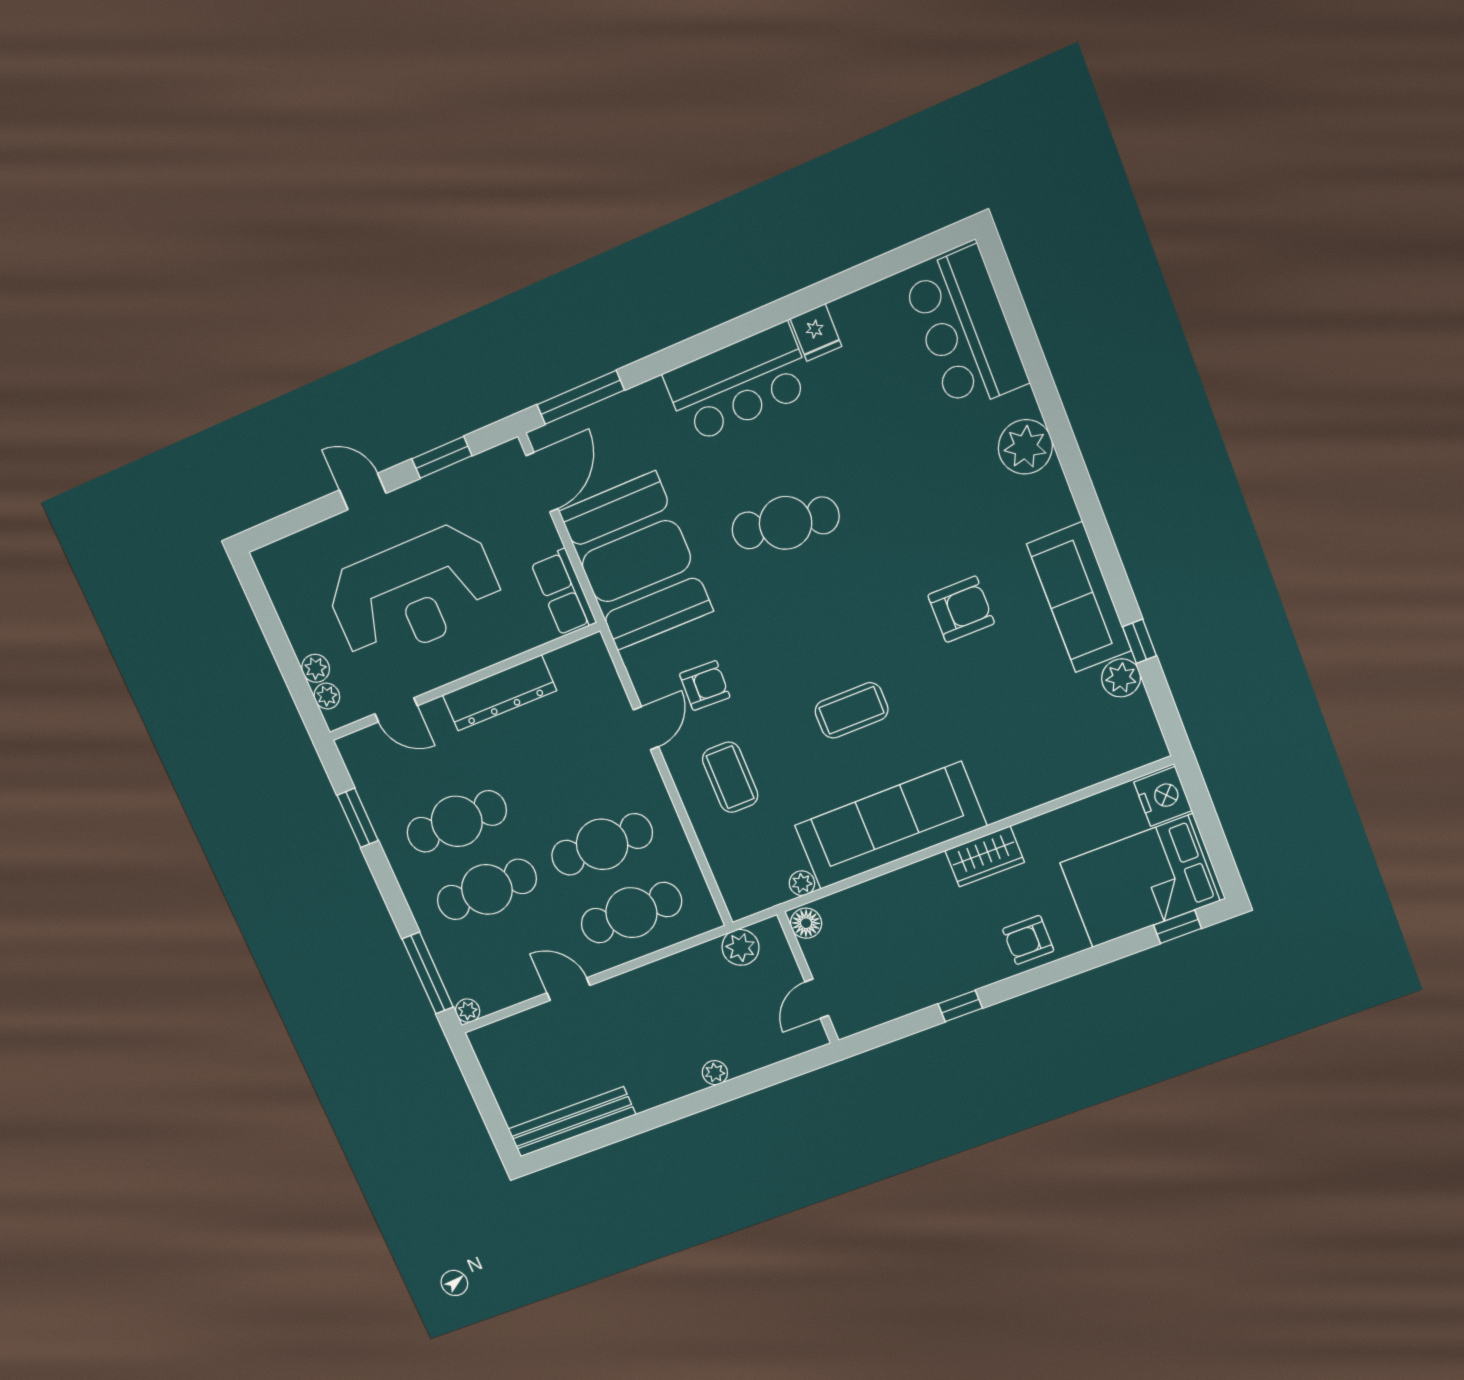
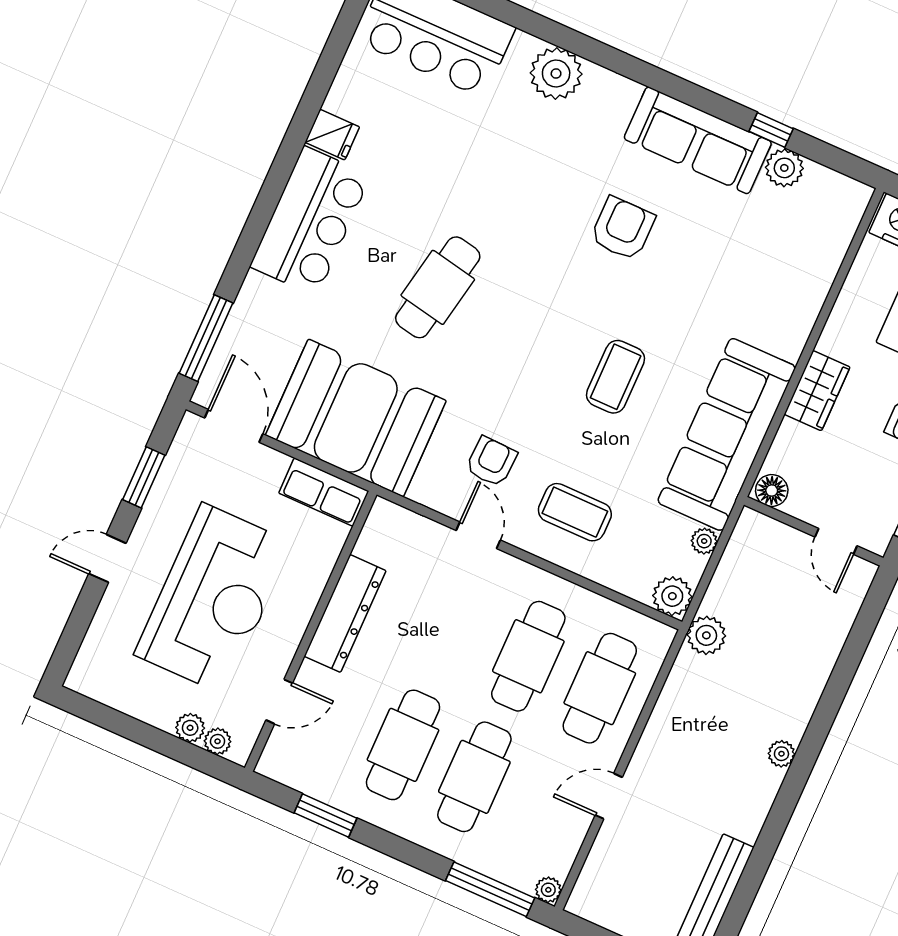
plant: (743, 899) -> (672, 596), added
floor lamp: (806, 923) -> (772, 490), moved
wall: (808, 978) -> (814, 531), moved
door: (817, 999) -> (836, 541), moved

